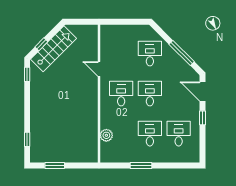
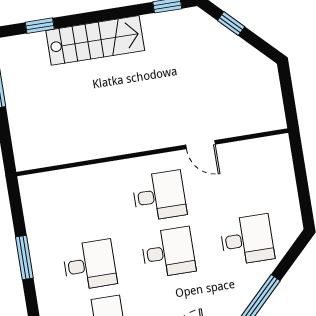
stairs: (54, 49) -> (95, 40), moved, turned -45
door: (99, 69) -> (200, 145), swing flipped
plant: (106, 135) -> (73, 180), removed

